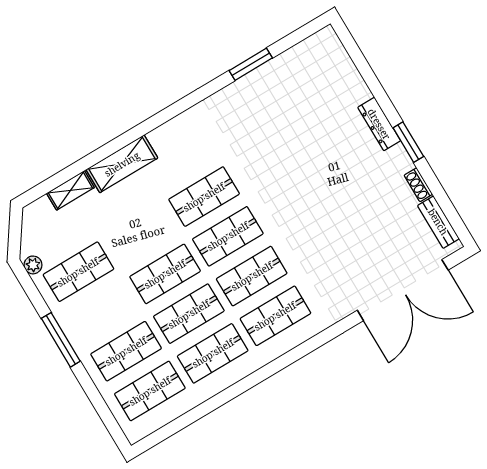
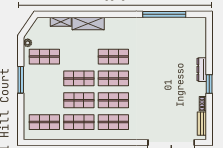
window: (251, 64) -> (164, 14), width x2.11
shop shelf: (126, 351) -> (44, 100), removed

